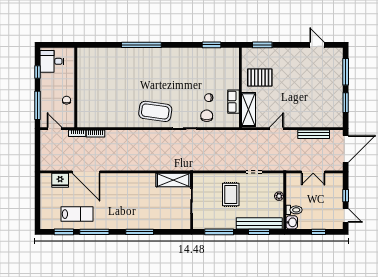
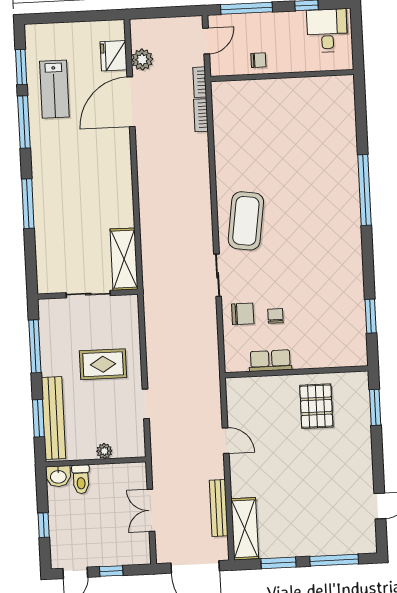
shelving: (248, 110) -> (245, 529), moved, turned 90
plant: (63, 165) -> (142, 60), added

